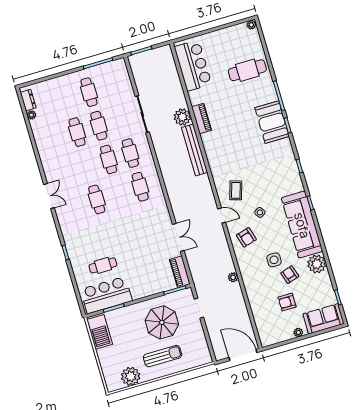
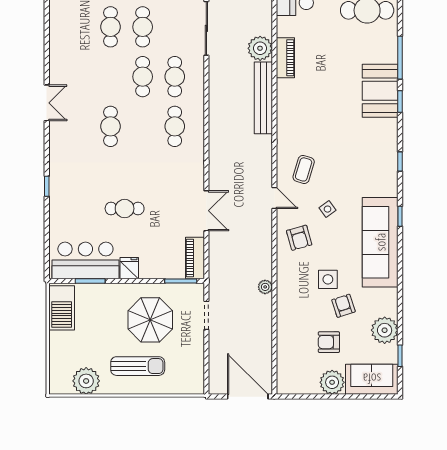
plant: (317, 264) -> (385, 330), moved
cafe table: (103, 265) -> (125, 209), moved
fridge: (137, 292) -> (129, 268), added
plant: (298, 332) -> (332, 382), width x1.88, depth x1.88

